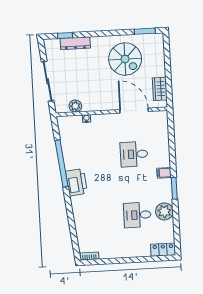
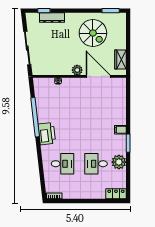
plant: (75, 106) -> (77, 70), moved
desk: (134, 154) -> (63, 164), moved, turned 180

